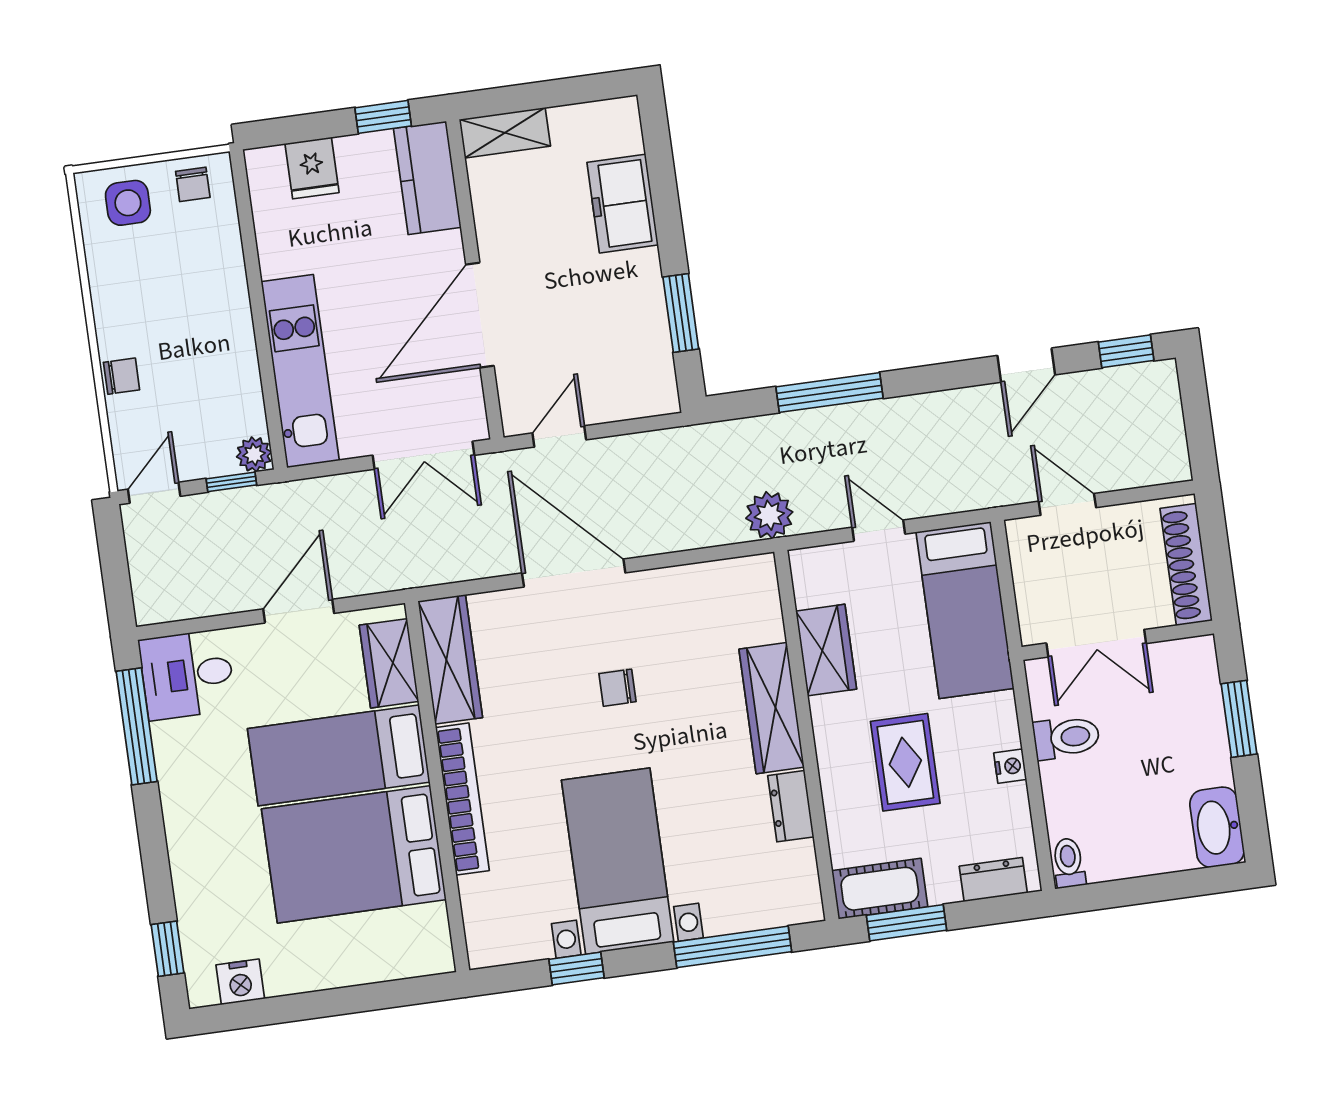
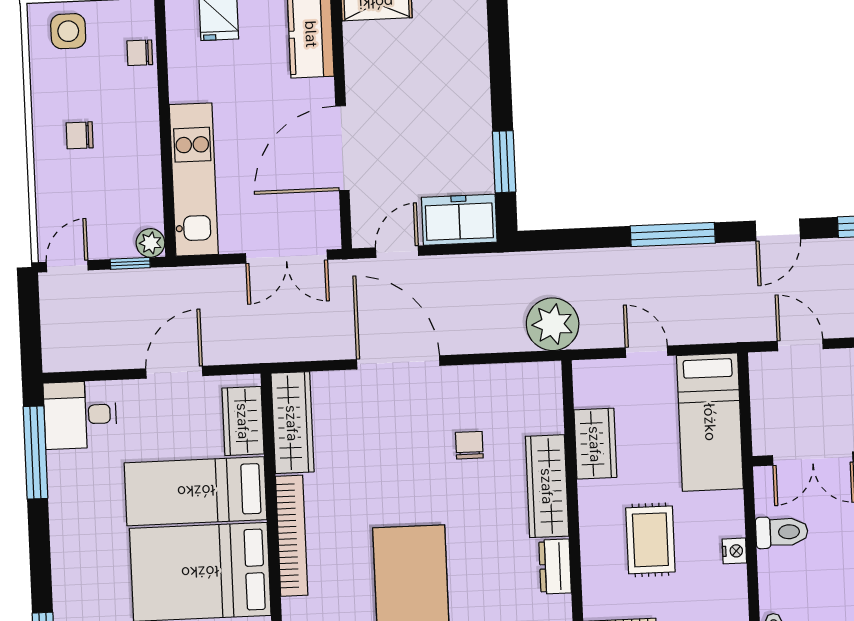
chair: (193, 184) -> (140, 53), moved, turned 90
freezer: (623, 204) -> (459, 220), moved, turned 90
chair: (122, 376) -> (80, 135), moved, turned 180
window: (829, 392) -> (673, 234), moved
plant: (769, 515) -> (553, 324), width x1.36, depth x1.36
chair: (617, 688) -> (469, 445), moved, turned 90

